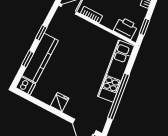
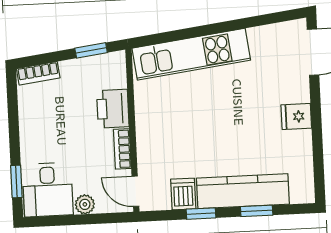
printer: (126, 28) -> (113, 109), moved
dishwasher: (26, 86) -> (183, 194), moved
window: (118, 96) -> (230, 26), removed

